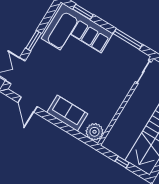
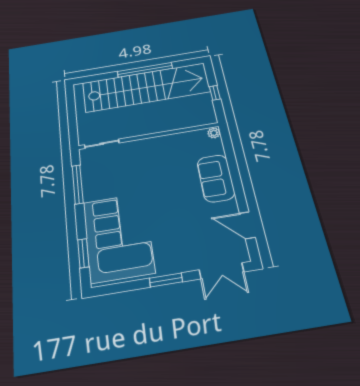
door: (27, 104) -> (247, 225), swing flipped
plant: (95, 132) -> (214, 133), width x0.53, depth x0.53

